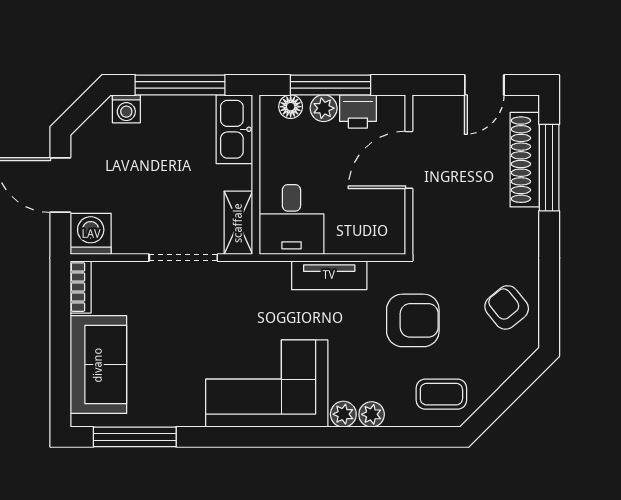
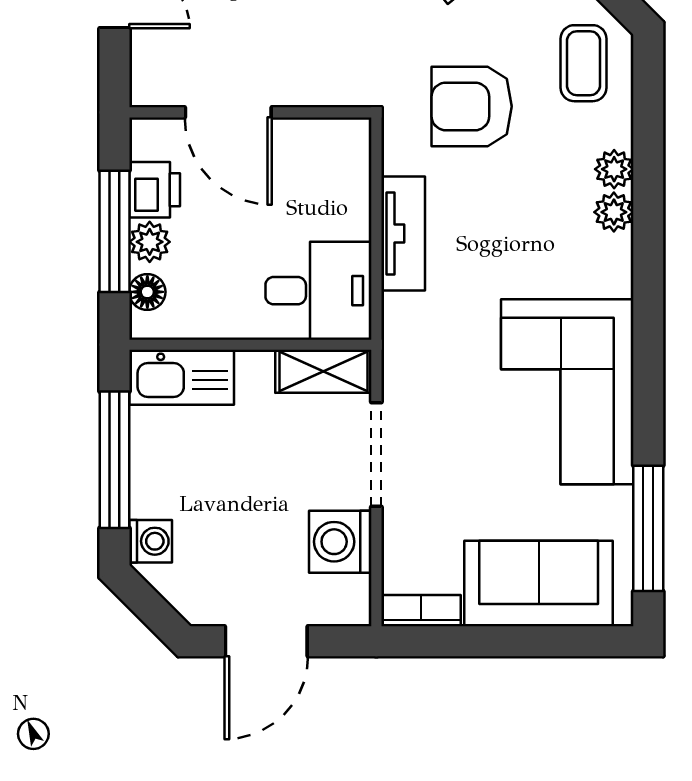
washing machine: (91, 234) -> (340, 542), moved
armchair: (413, 320) -> (472, 106), turned -90
corner sofa: (267, 384) -> (567, 392), moved

